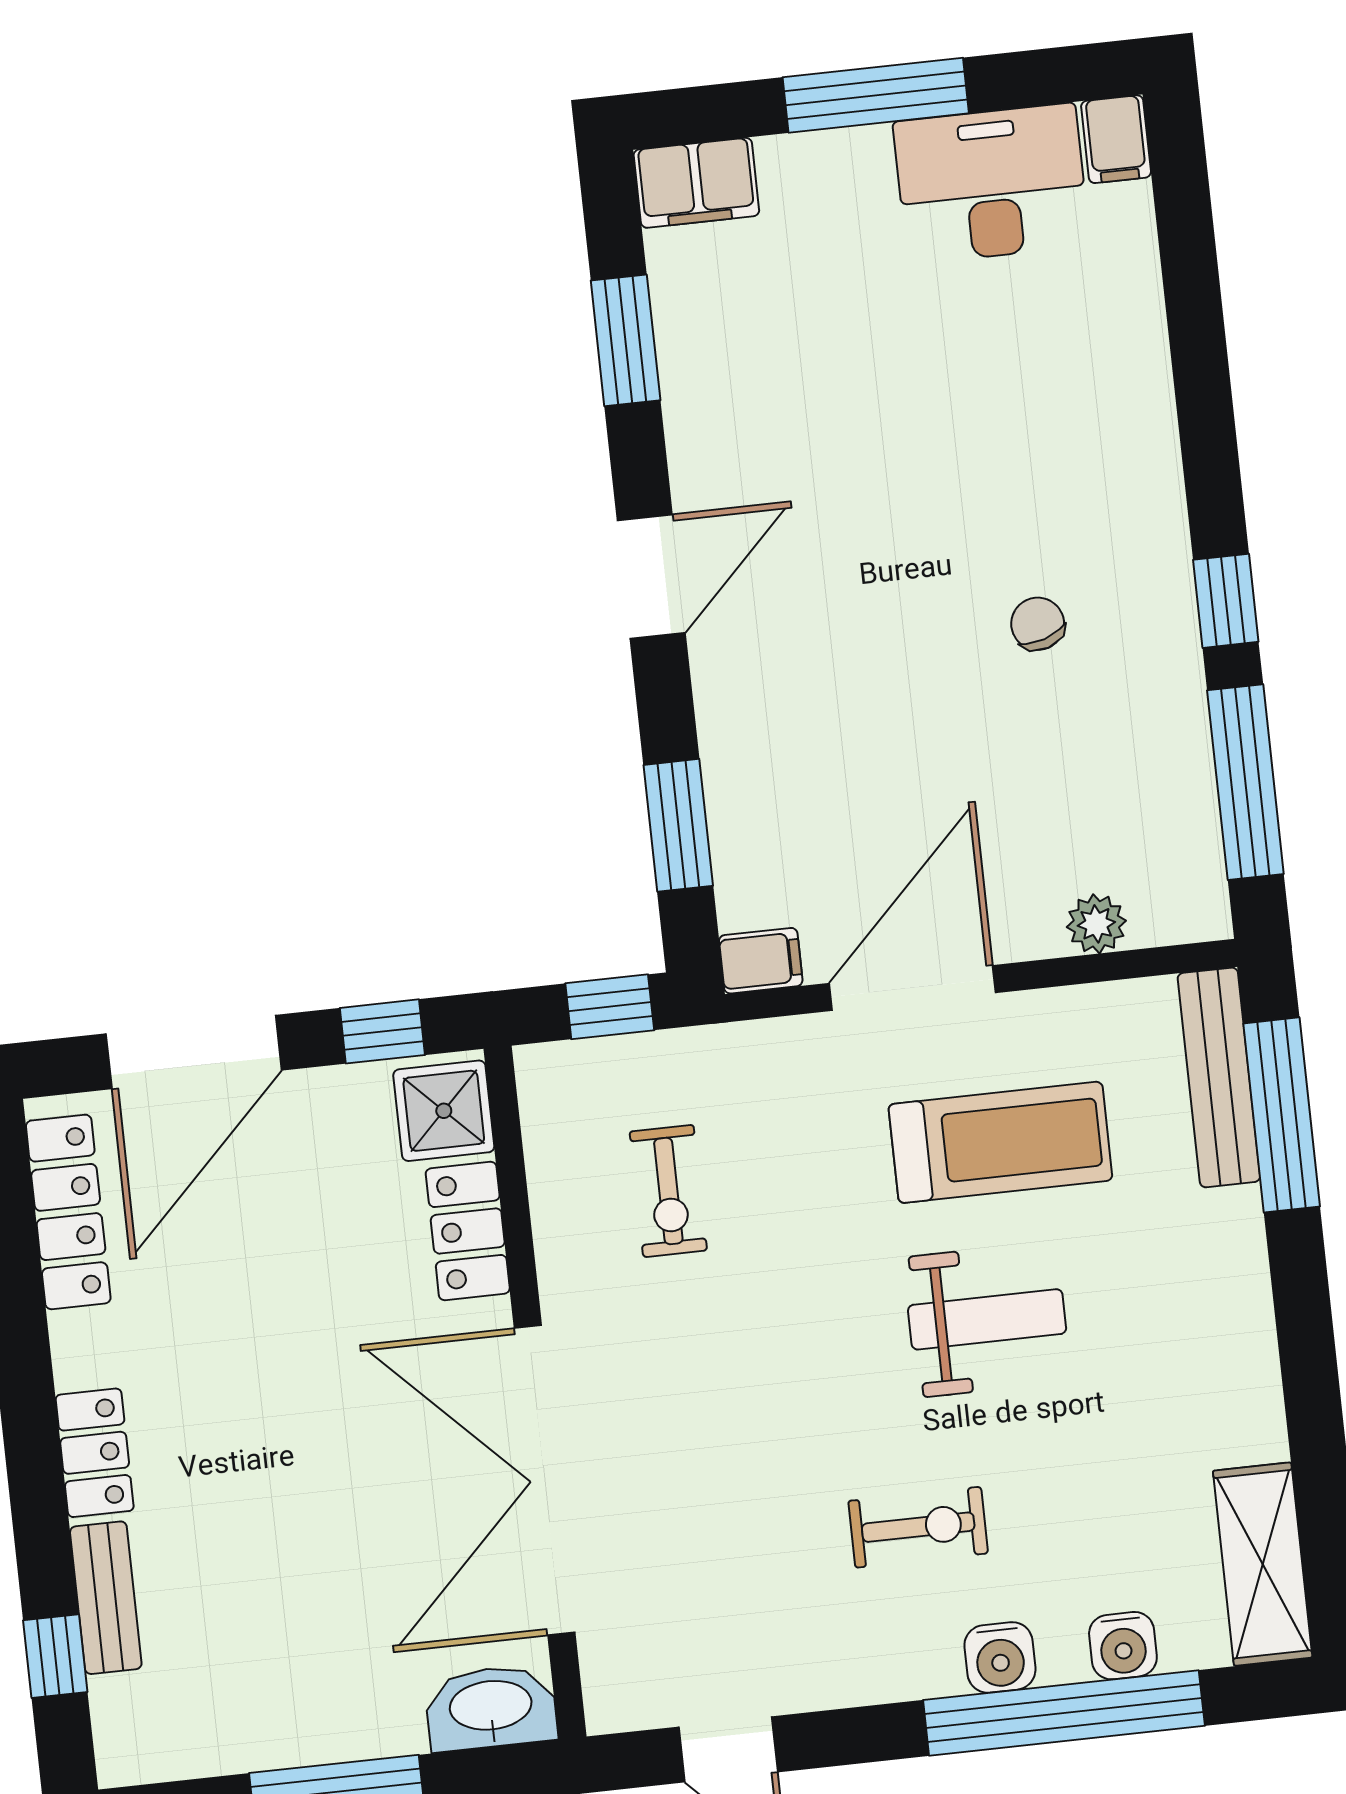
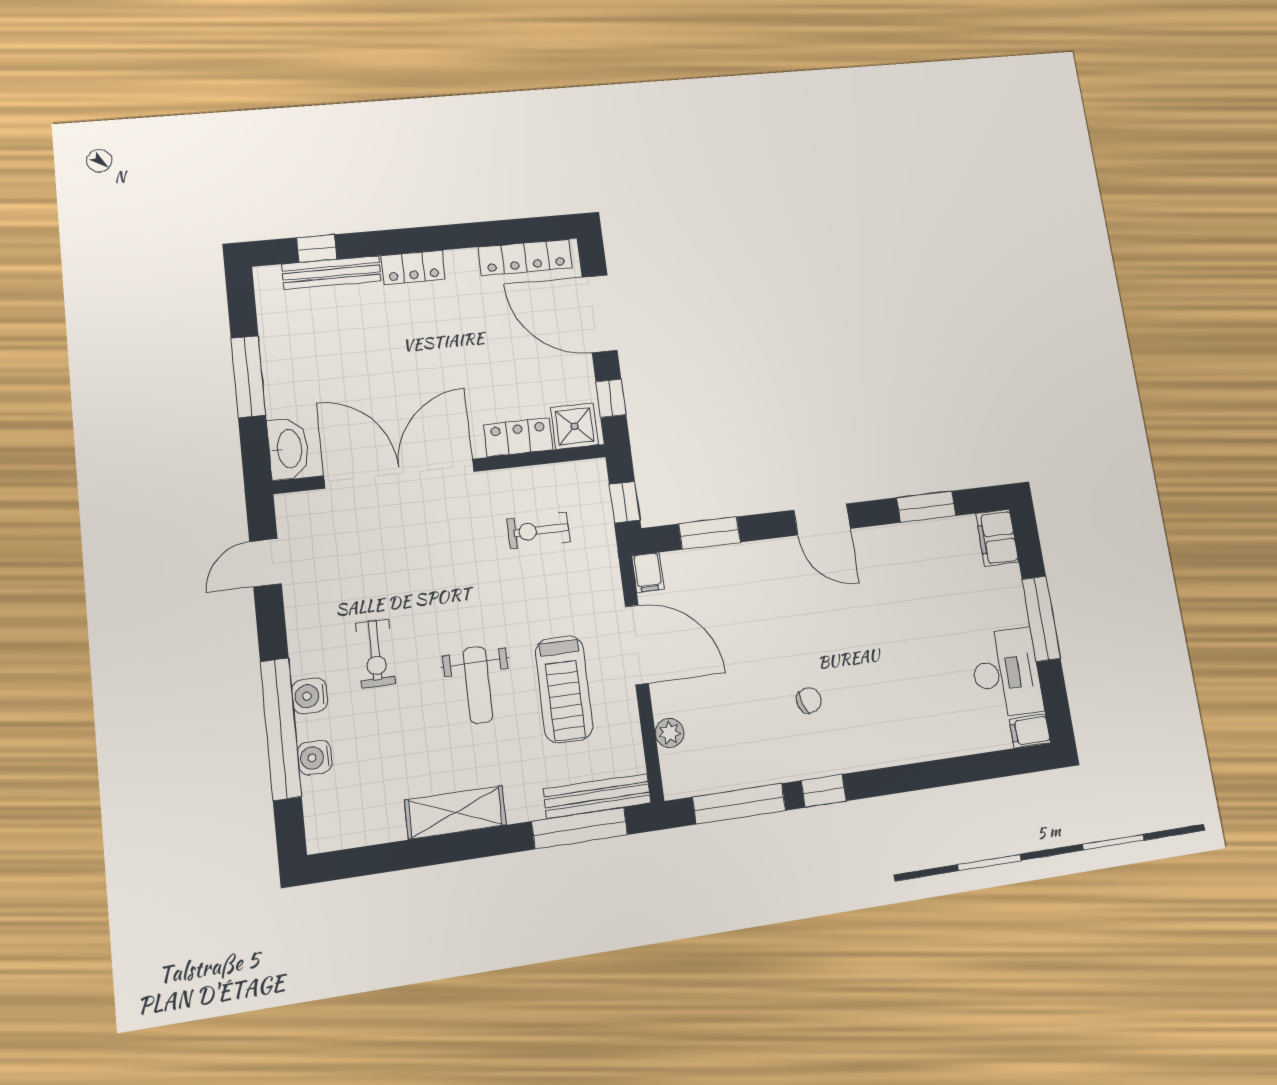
shelving: (1263, 1564) -> (455, 812), moved
bench: (106, 1598) -> (331, 273), width x1.36

